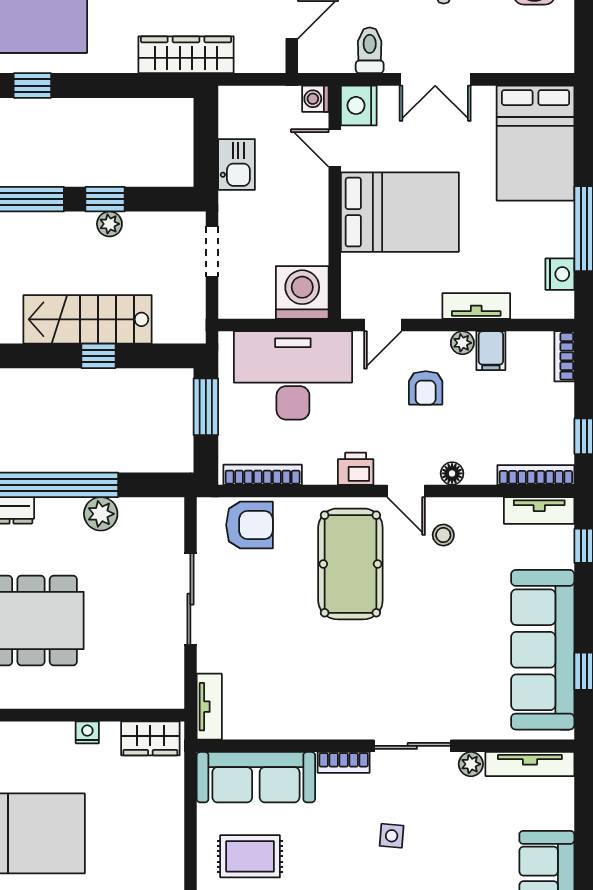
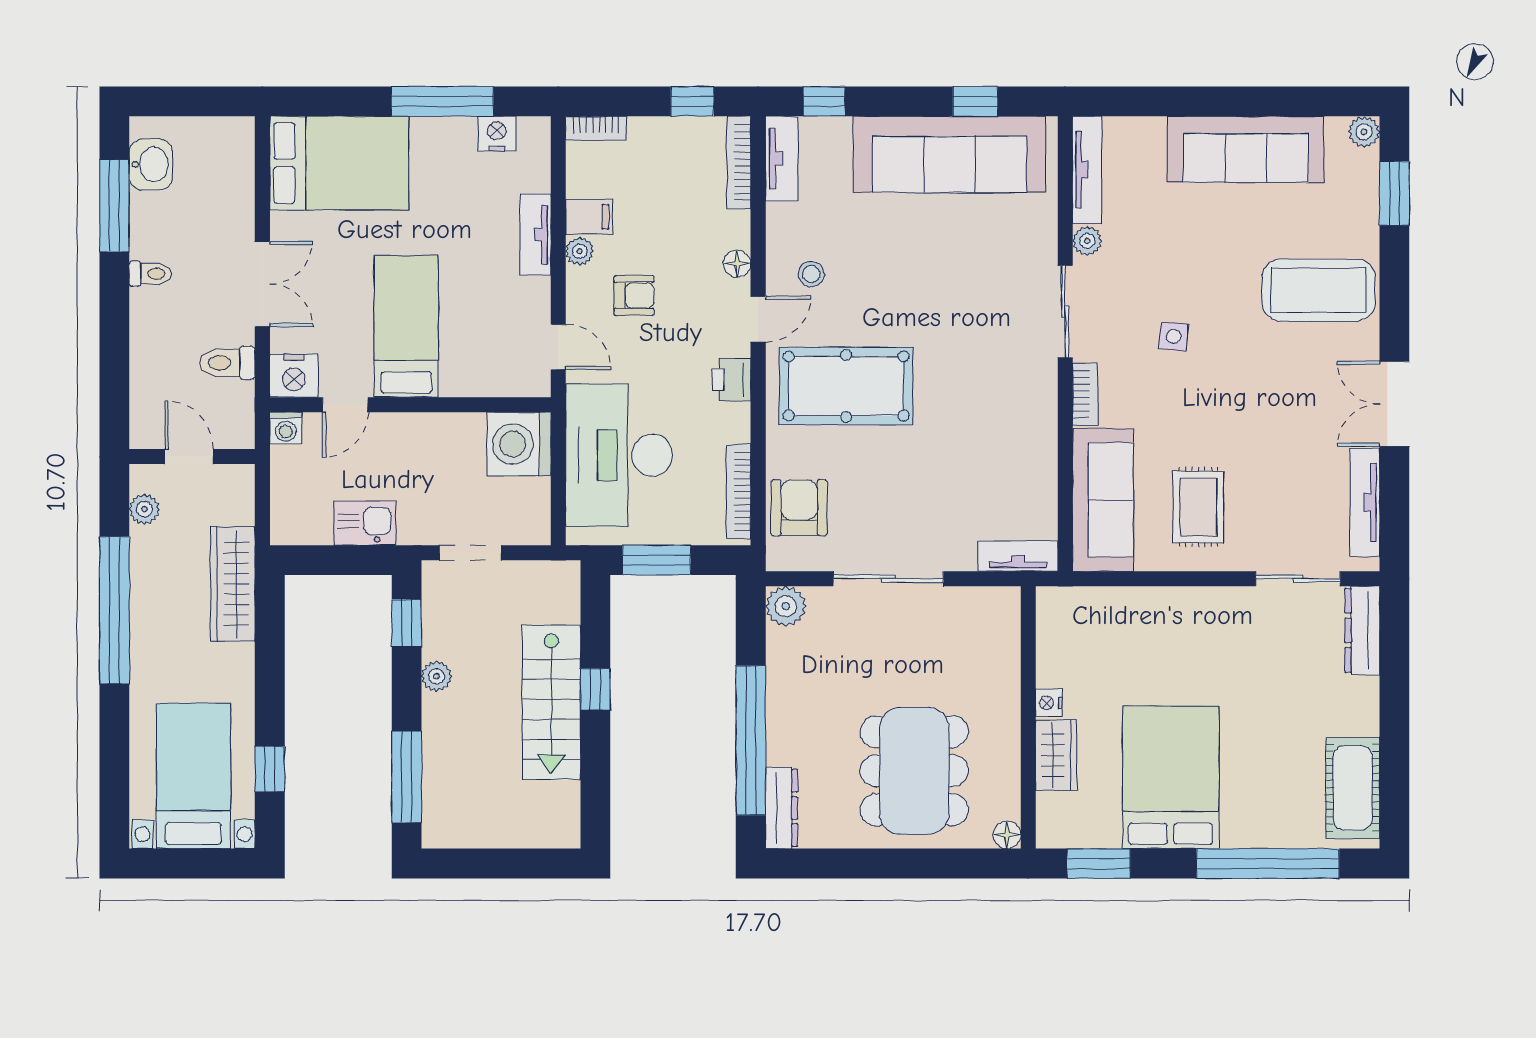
window: (105, 199) -> (407, 623), moved
bed: (400, 212) -> (406, 326), width x0.67
plant: (101, 514) -> (786, 606), moved
wardrobe: (150, 738) -> (1056, 755), moved

